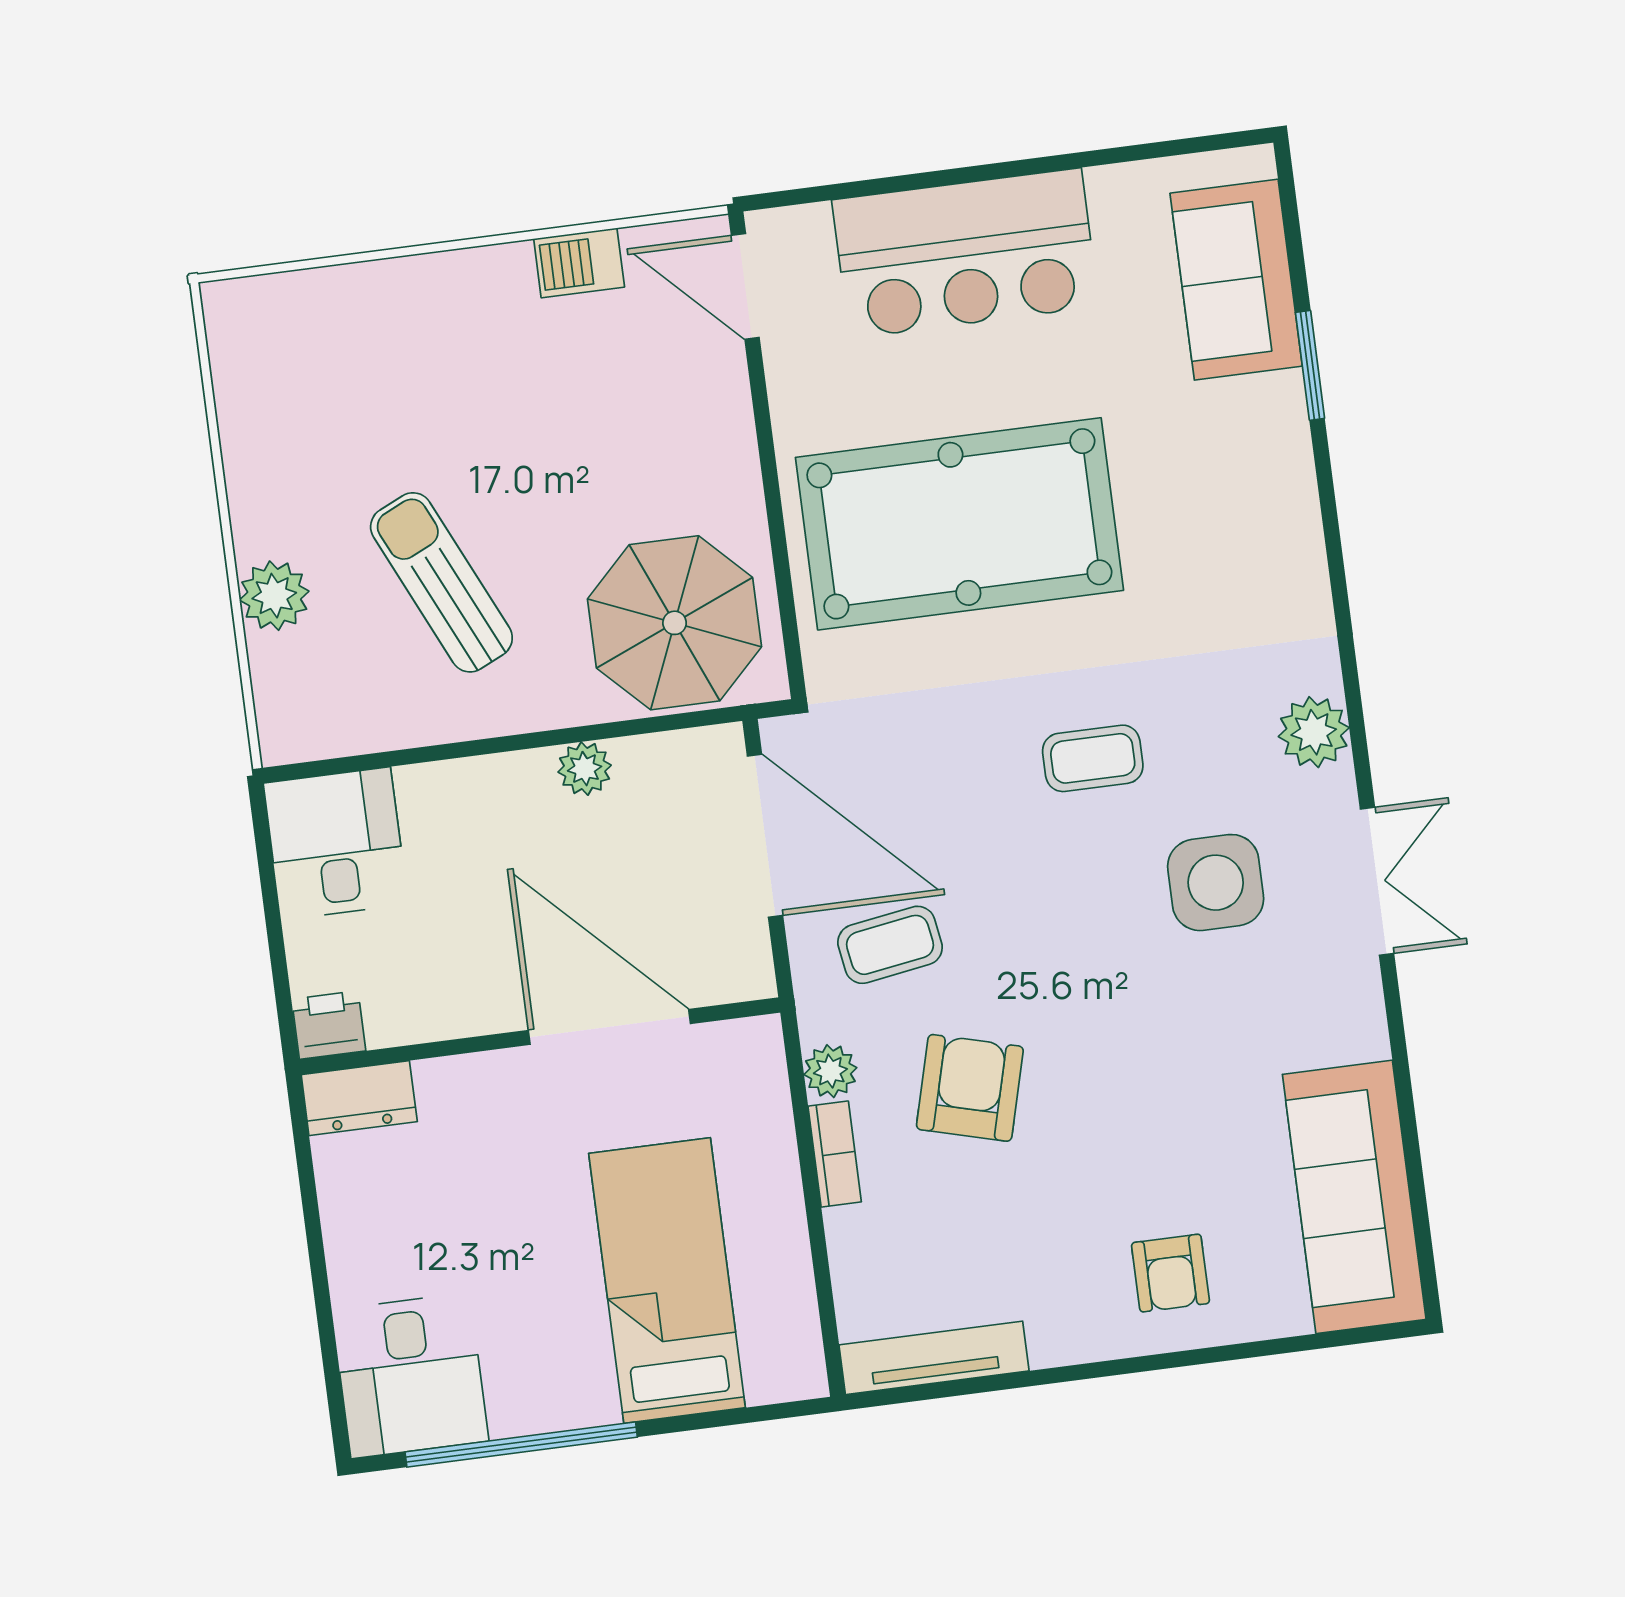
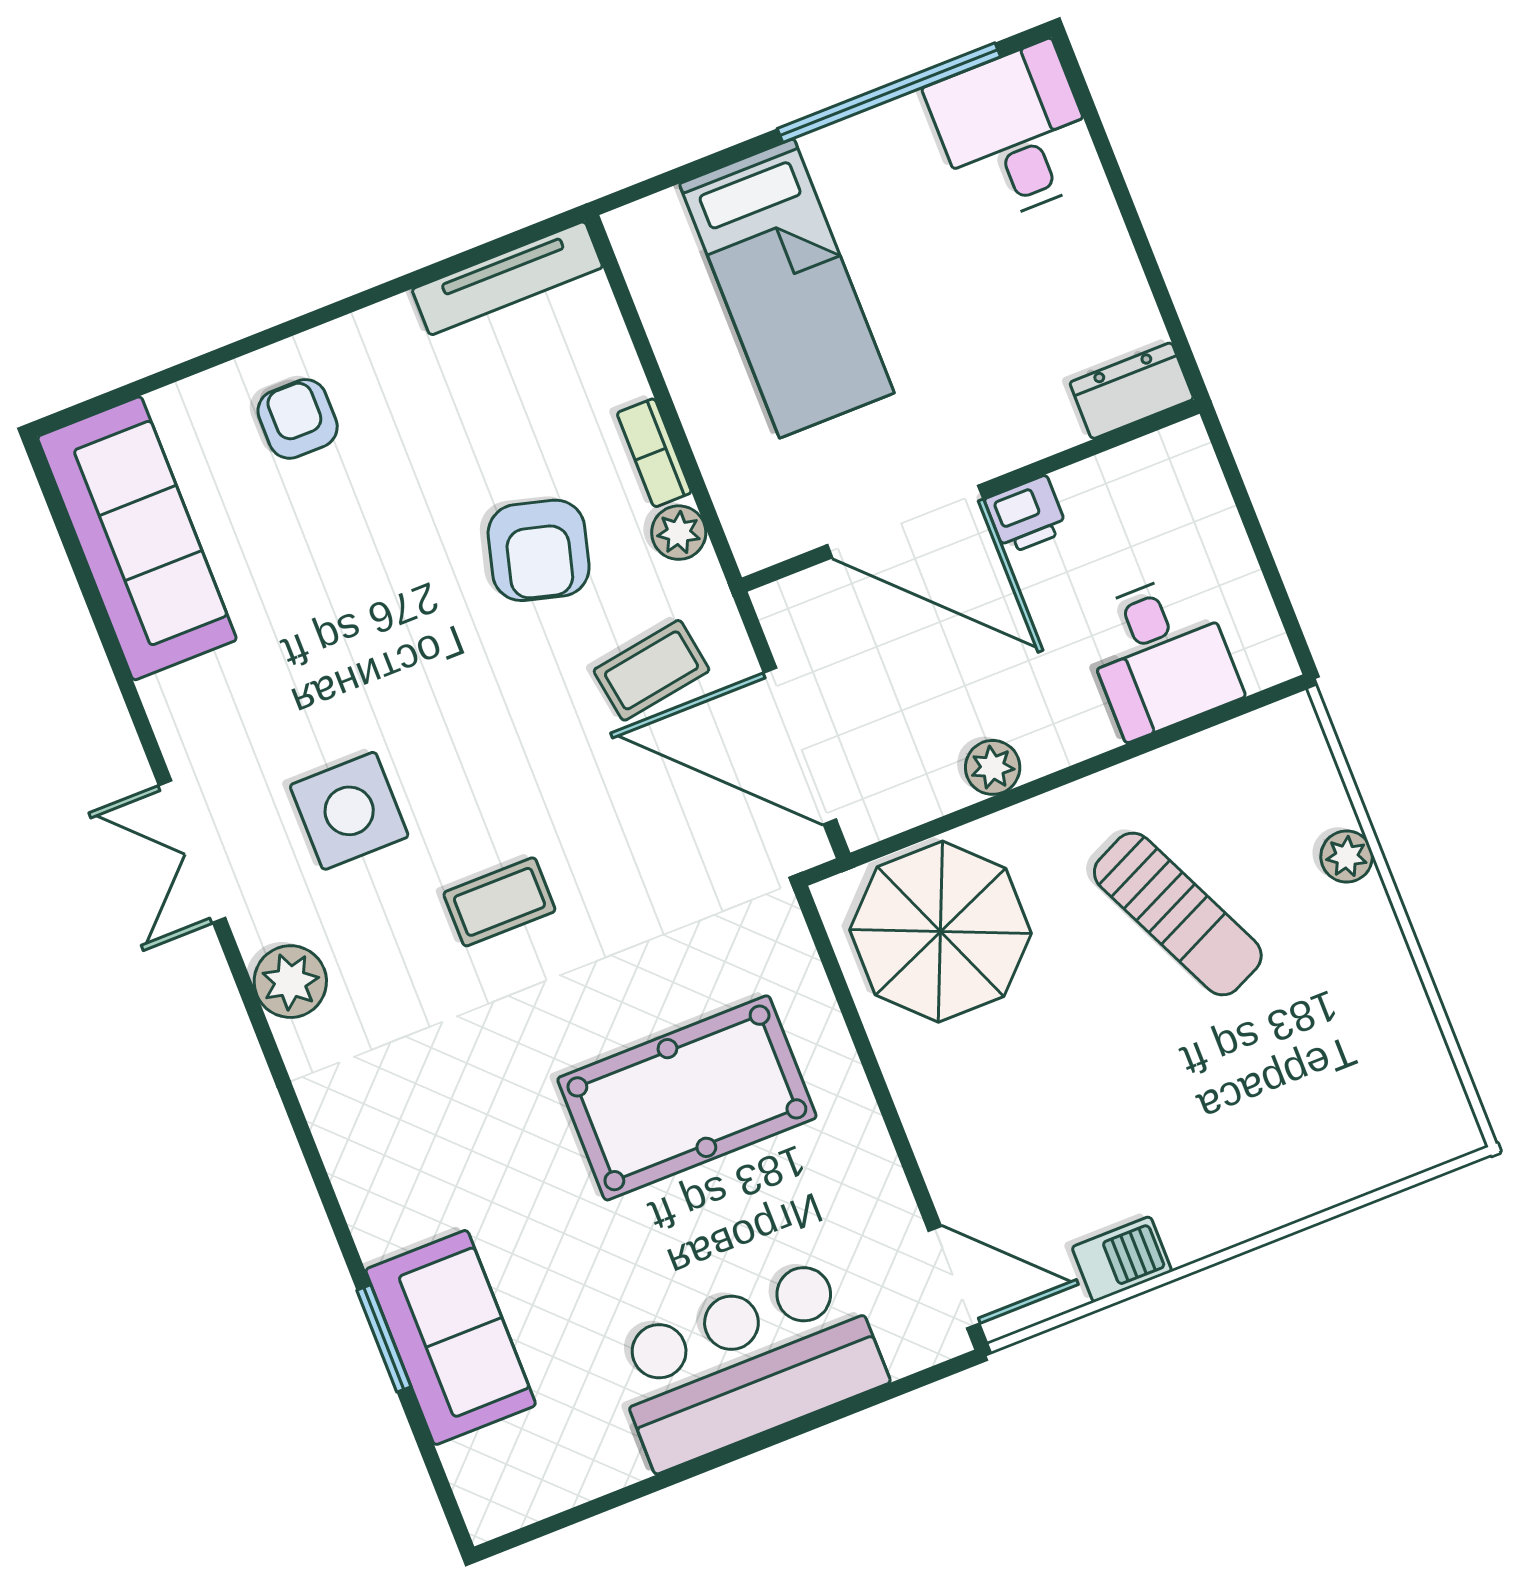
sofa: (1236, 280) -> (451, 1337), moved
pool table: (959, 524) -> (687, 1098), width x0.73, depth x0.76
plant: (274, 596) -> (1347, 857), width x0.73, depth x0.73
desk: (336, 844) -> (1161, 656), moved
printer: (329, 1025) -> (1026, 515), moved

